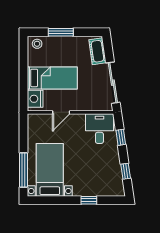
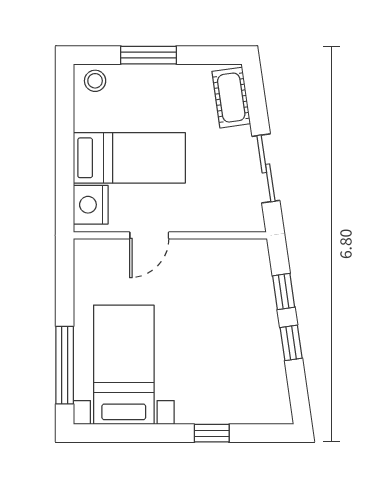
sliding door: (113, 83) -> (266, 168), width x0.73
desk: (99, 129) -> (236, 272), removed
window: (126, 171) -> (291, 343), moved

